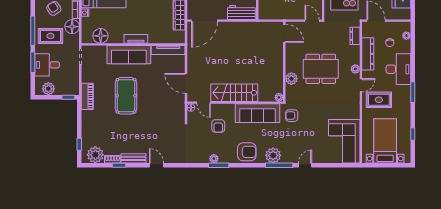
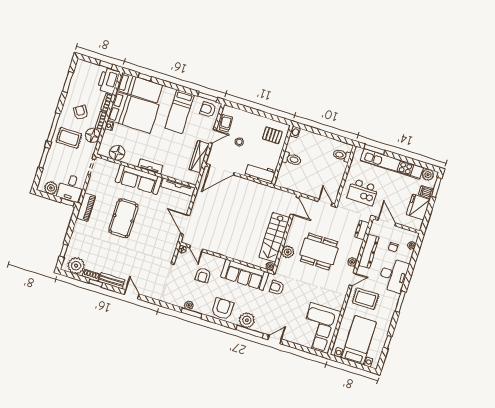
desk: (47, 65) -> (70, 188), moved, turned -90
stairs: (234, 93) -> (274, 237), moved, turned -90
armchair: (247, 152) -> (223, 309), turned -90

